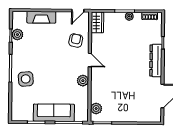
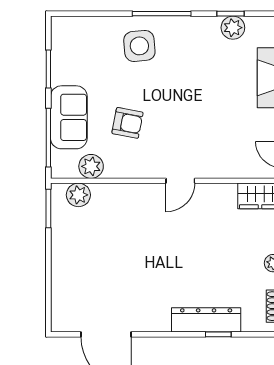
armchair: (76, 41) -> (127, 123), moved
dresser: (156, 60) -> (206, 320), moved
plant: (83, 81) -> (91, 166), moved
sofa: (54, 113) -> (69, 117), width x0.73

